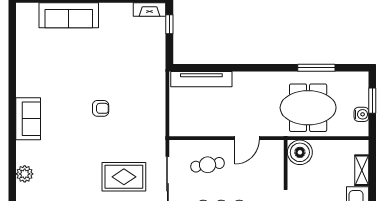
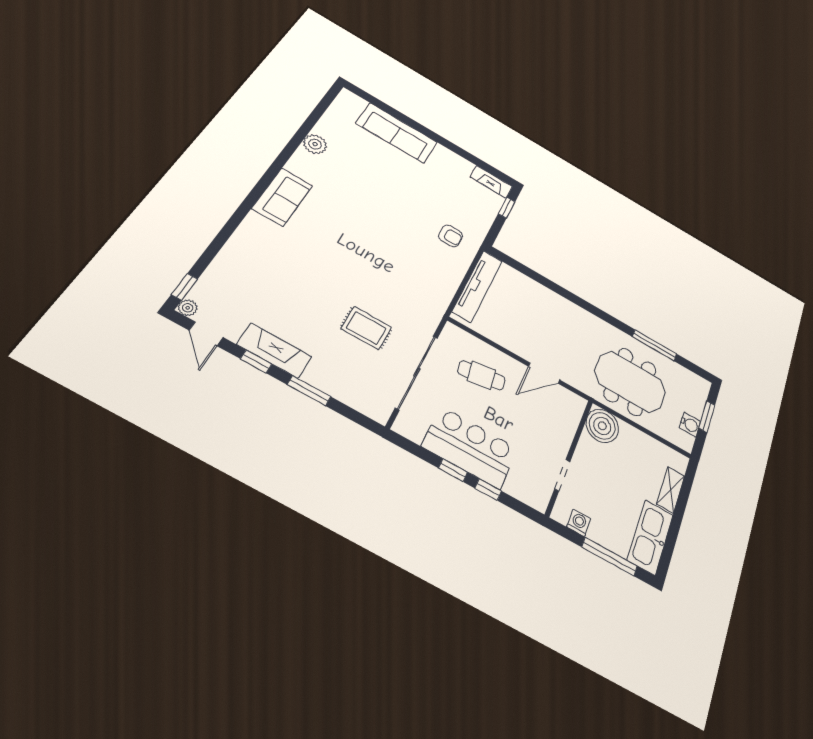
tv unit: (201, 79) -> (477, 286), moved, turned -90
armchair: (101, 108) -> (451, 236), moved
plant: (25, 174) -> (315, 144), moved
rug: (124, 177) -> (366, 328), width x0.73, depth x0.70

